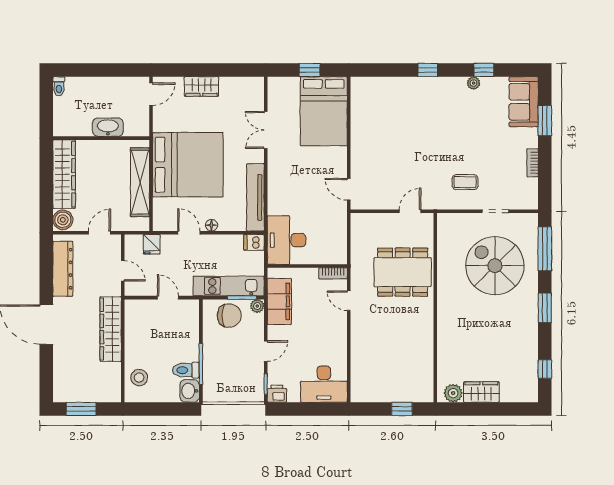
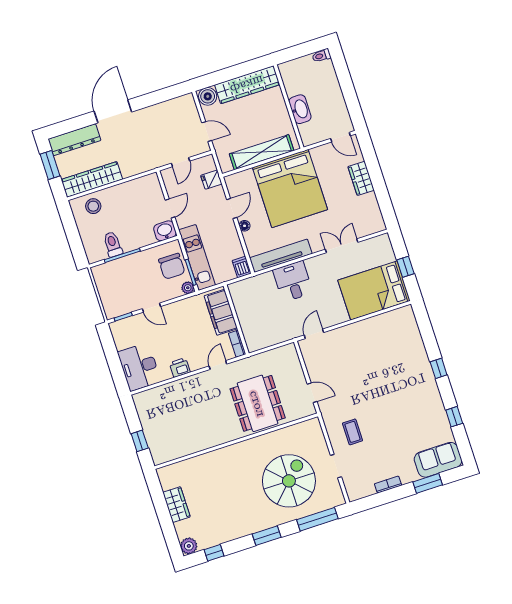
plant: (473, 83) -> (440, 411), removed
desk: (286, 240) -> (293, 281), moved, width x0.73
dresser: (63, 269) -> (74, 140), moved
filing cabinet: (279, 301) -> (221, 312), moved, turned 90
wardrobe: (111, 329) -> (92, 179), moved
washbasin: (190, 391) -> (165, 231), moved
plant: (453, 393) -> (189, 546), moved
printer: (277, 394) -> (180, 368), moved, turned -90

